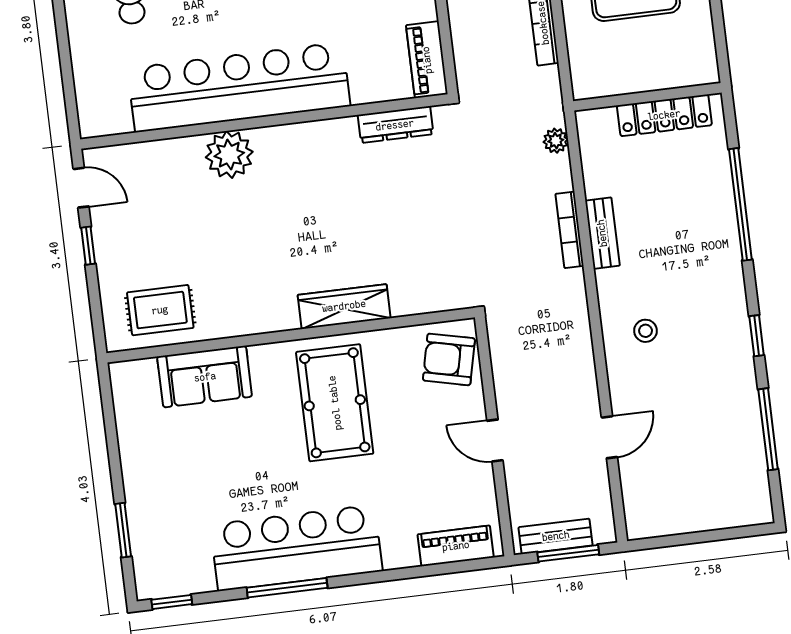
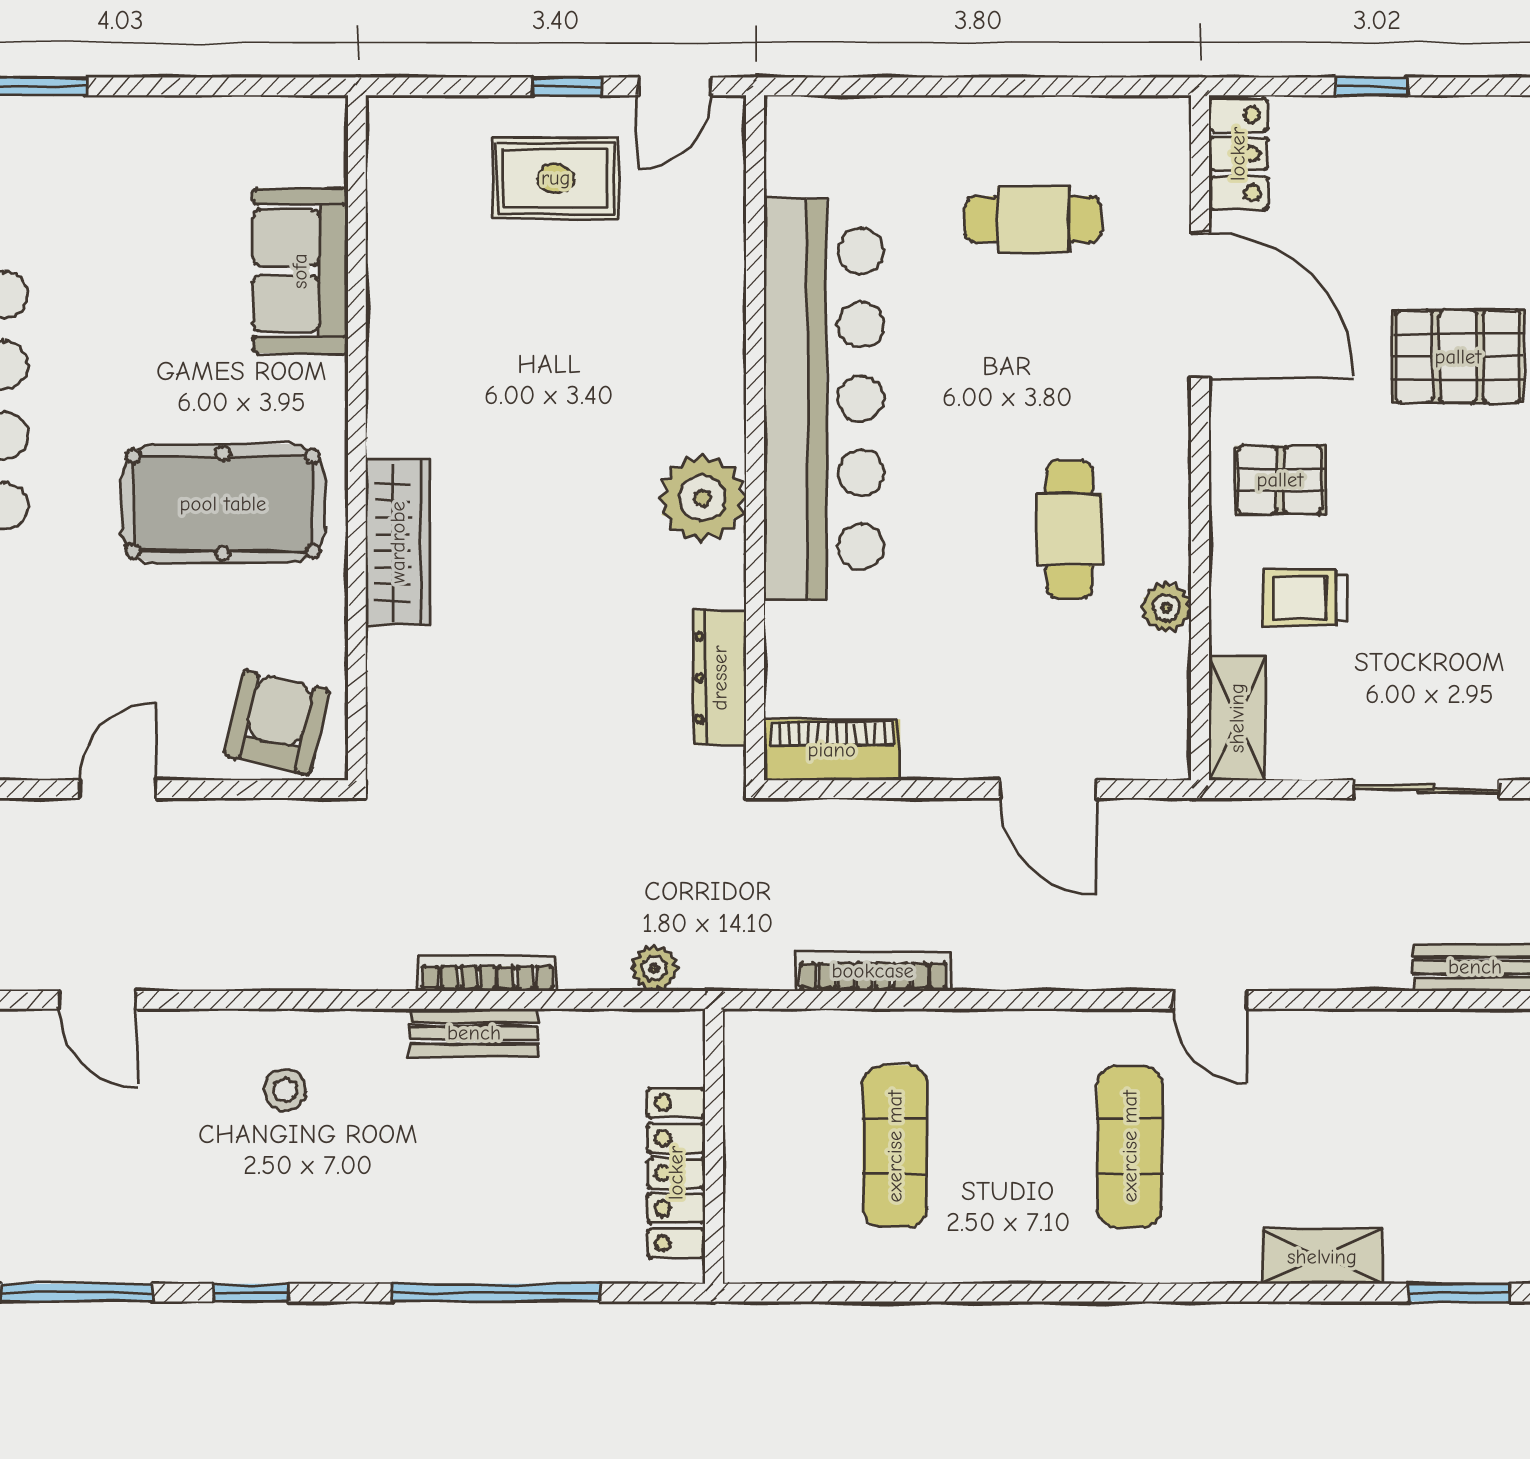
plant: (229, 155) -> (702, 498), moved
rug: (160, 310) -> (556, 178), moved, turned 90

